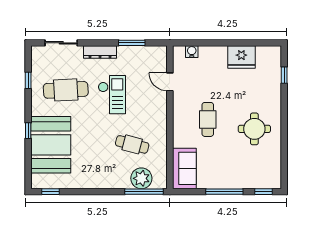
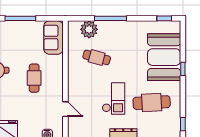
window: (28, 80) -> (183, 124), moved
checkout: (112, 95) -> (114, 99), turned 180
window: (144, 192) -> (111, 18), moved

